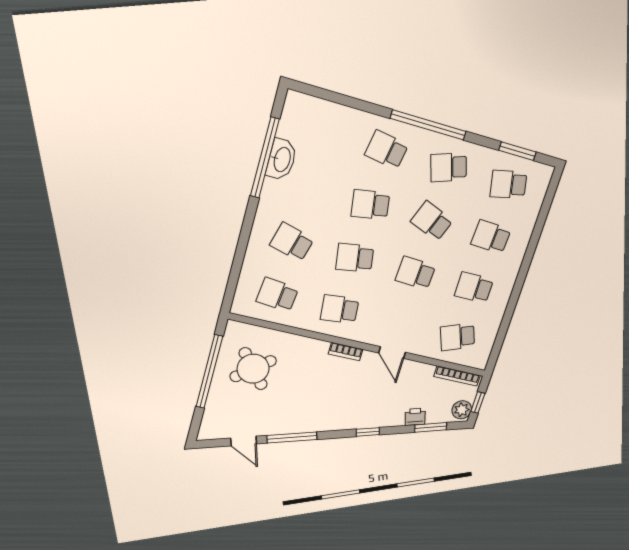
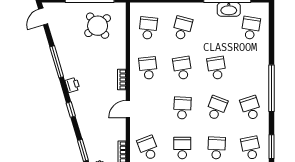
school desk: (387, 150) -> (251, 28), moved
printer: (415, 417) -> (72, 85), moved
door: (244, 441) -> (43, 17), moved

